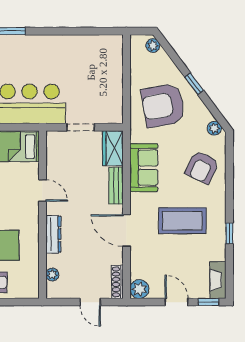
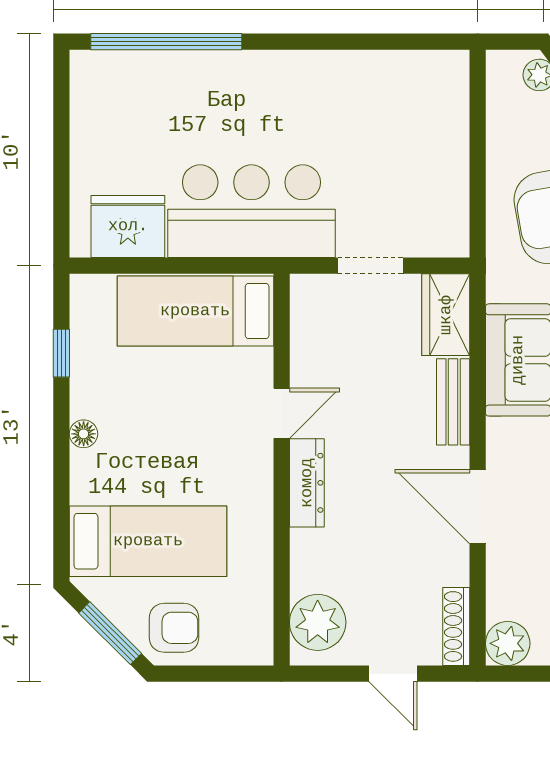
door: (42, 191) -> (282, 413), hinge flipped
dresser: (53, 234) -> (307, 483), moved
plant: (52, 275) -> (318, 622), width x1.87, depth x1.87

